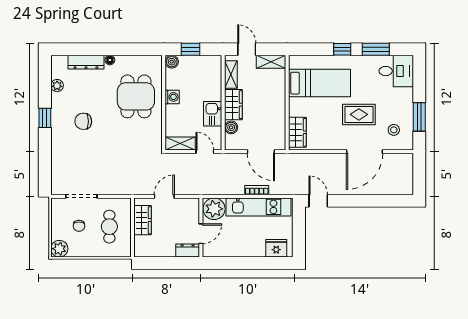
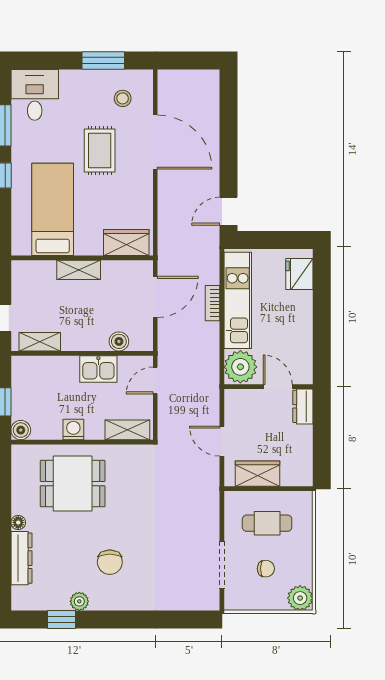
shelving: (271, 62) -> (79, 270), moved, turned 90
plant: (57, 86) -> (79, 601), moved
wardrobe: (233, 105) -> (85, 338), removed
window: (45, 118) -> (61, 620), moved
shelving: (180, 144) -> (127, 430), moved, turned 90

